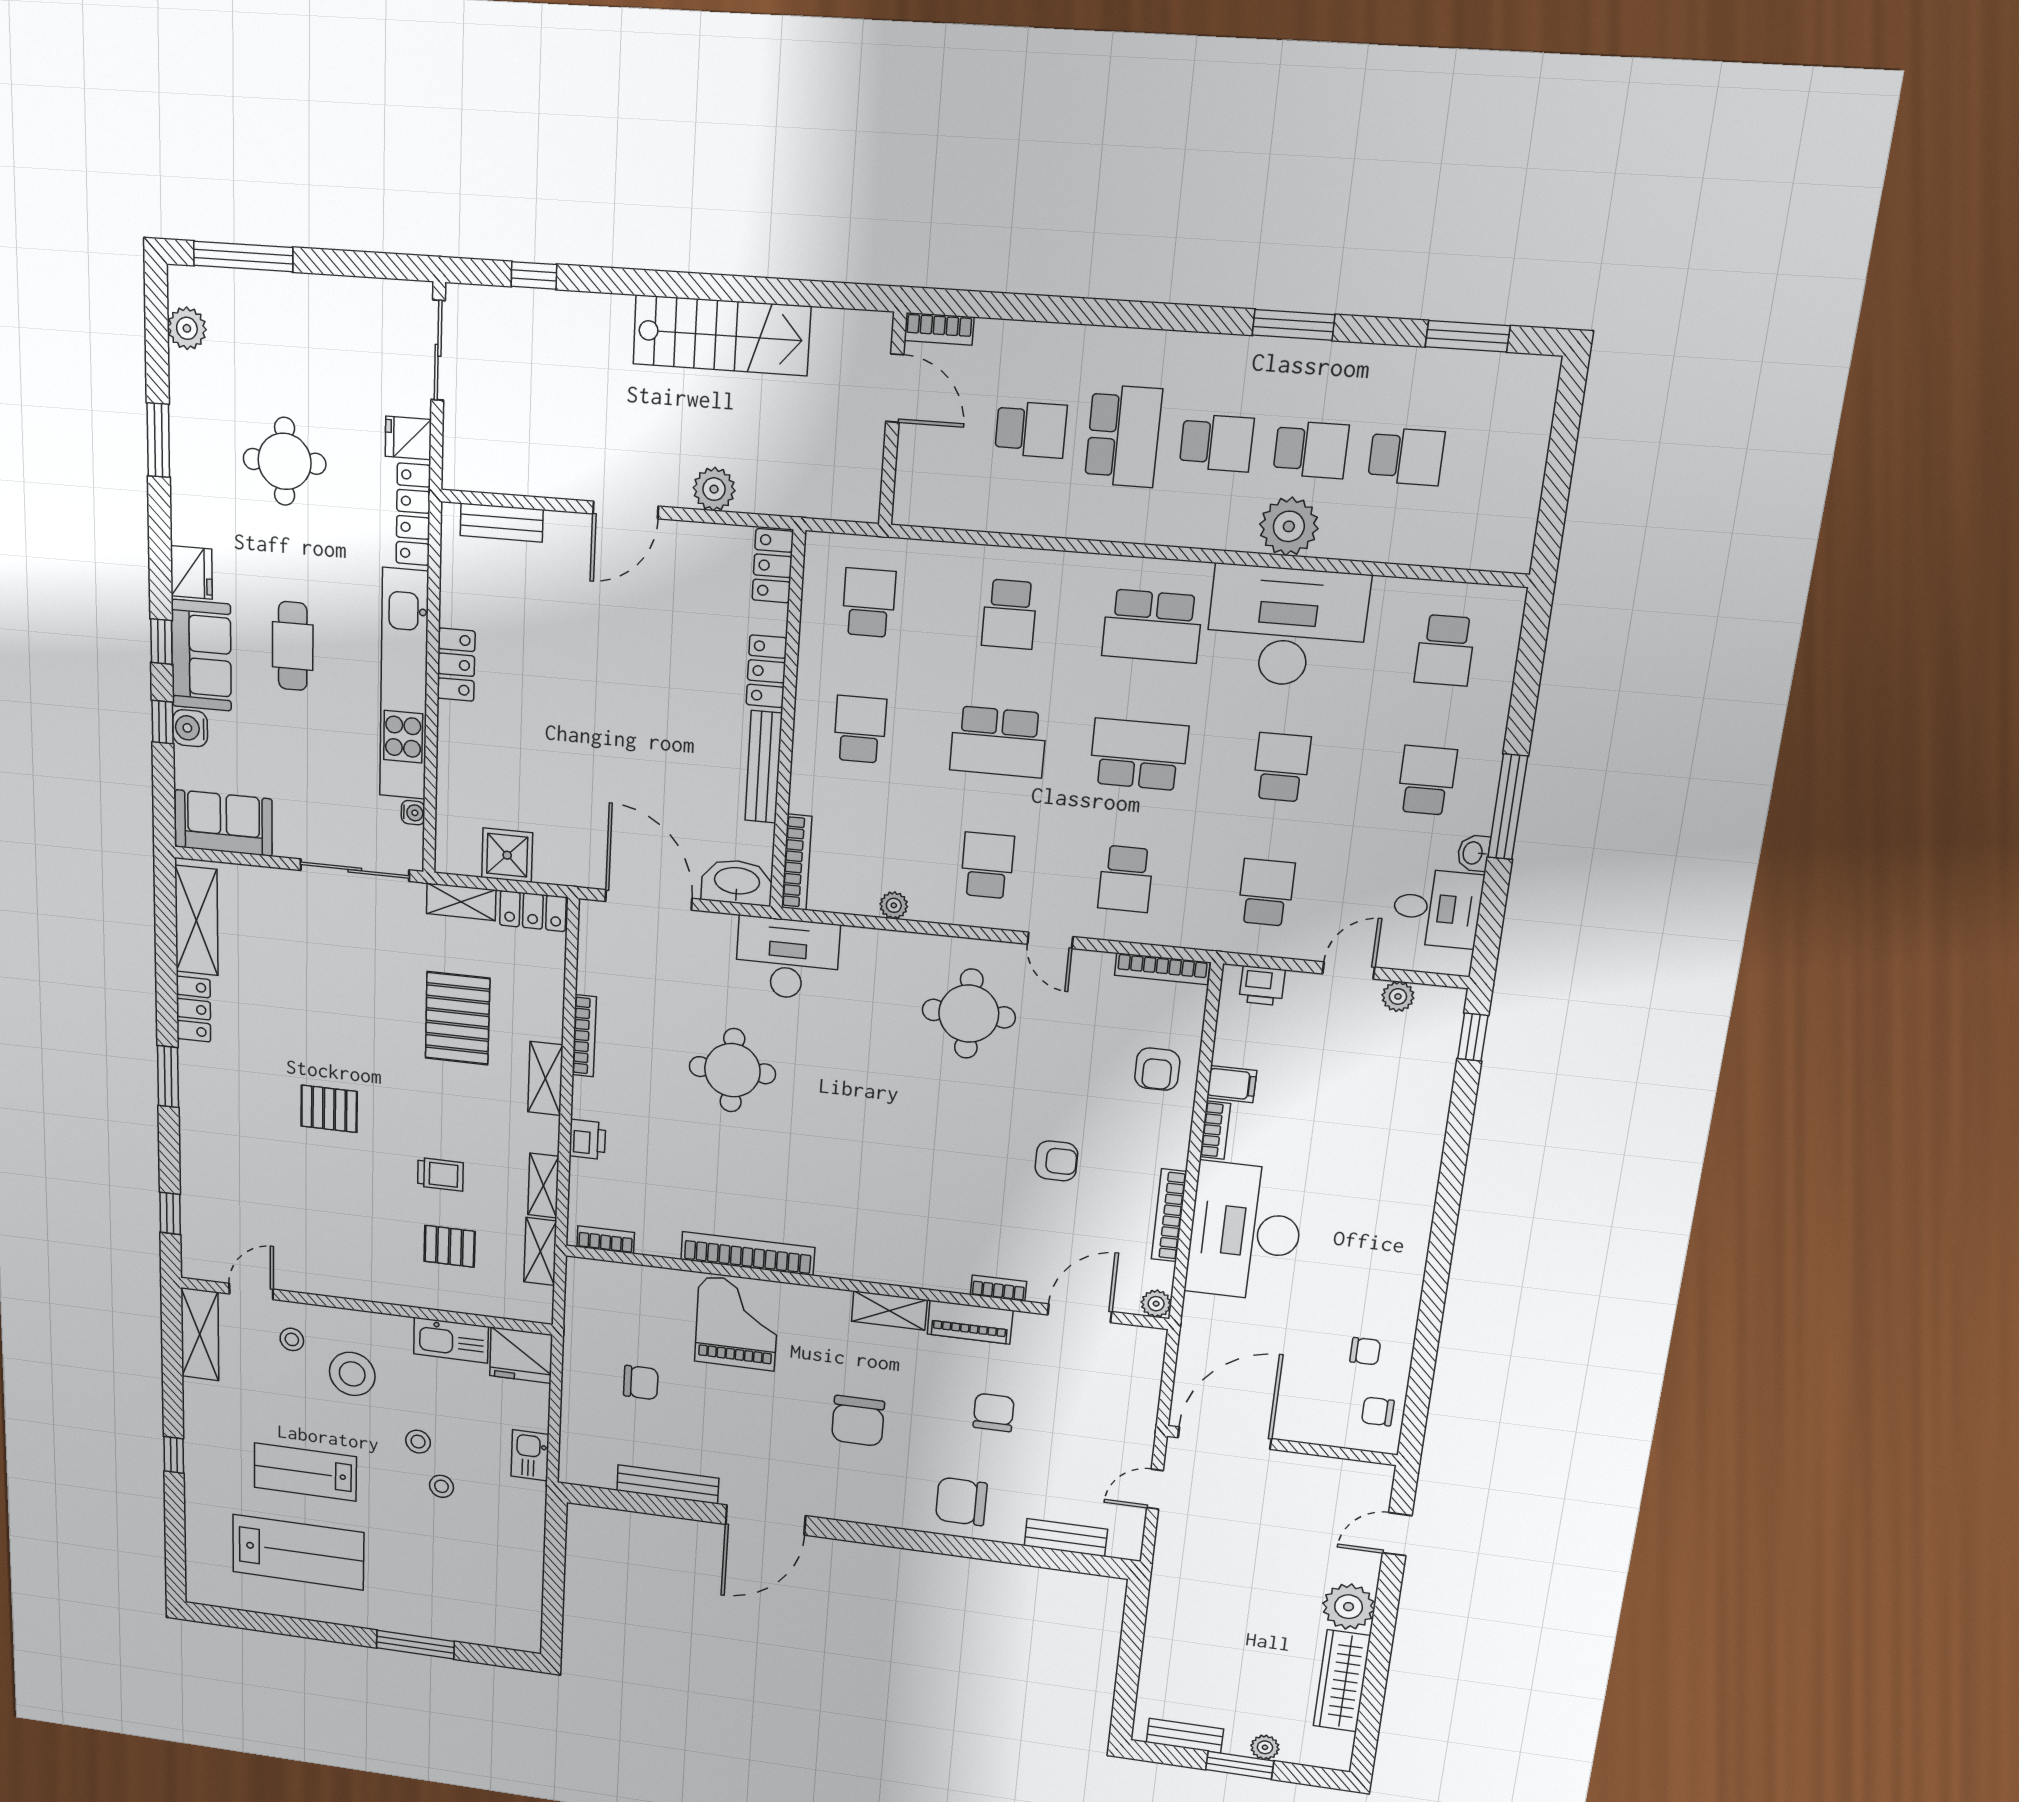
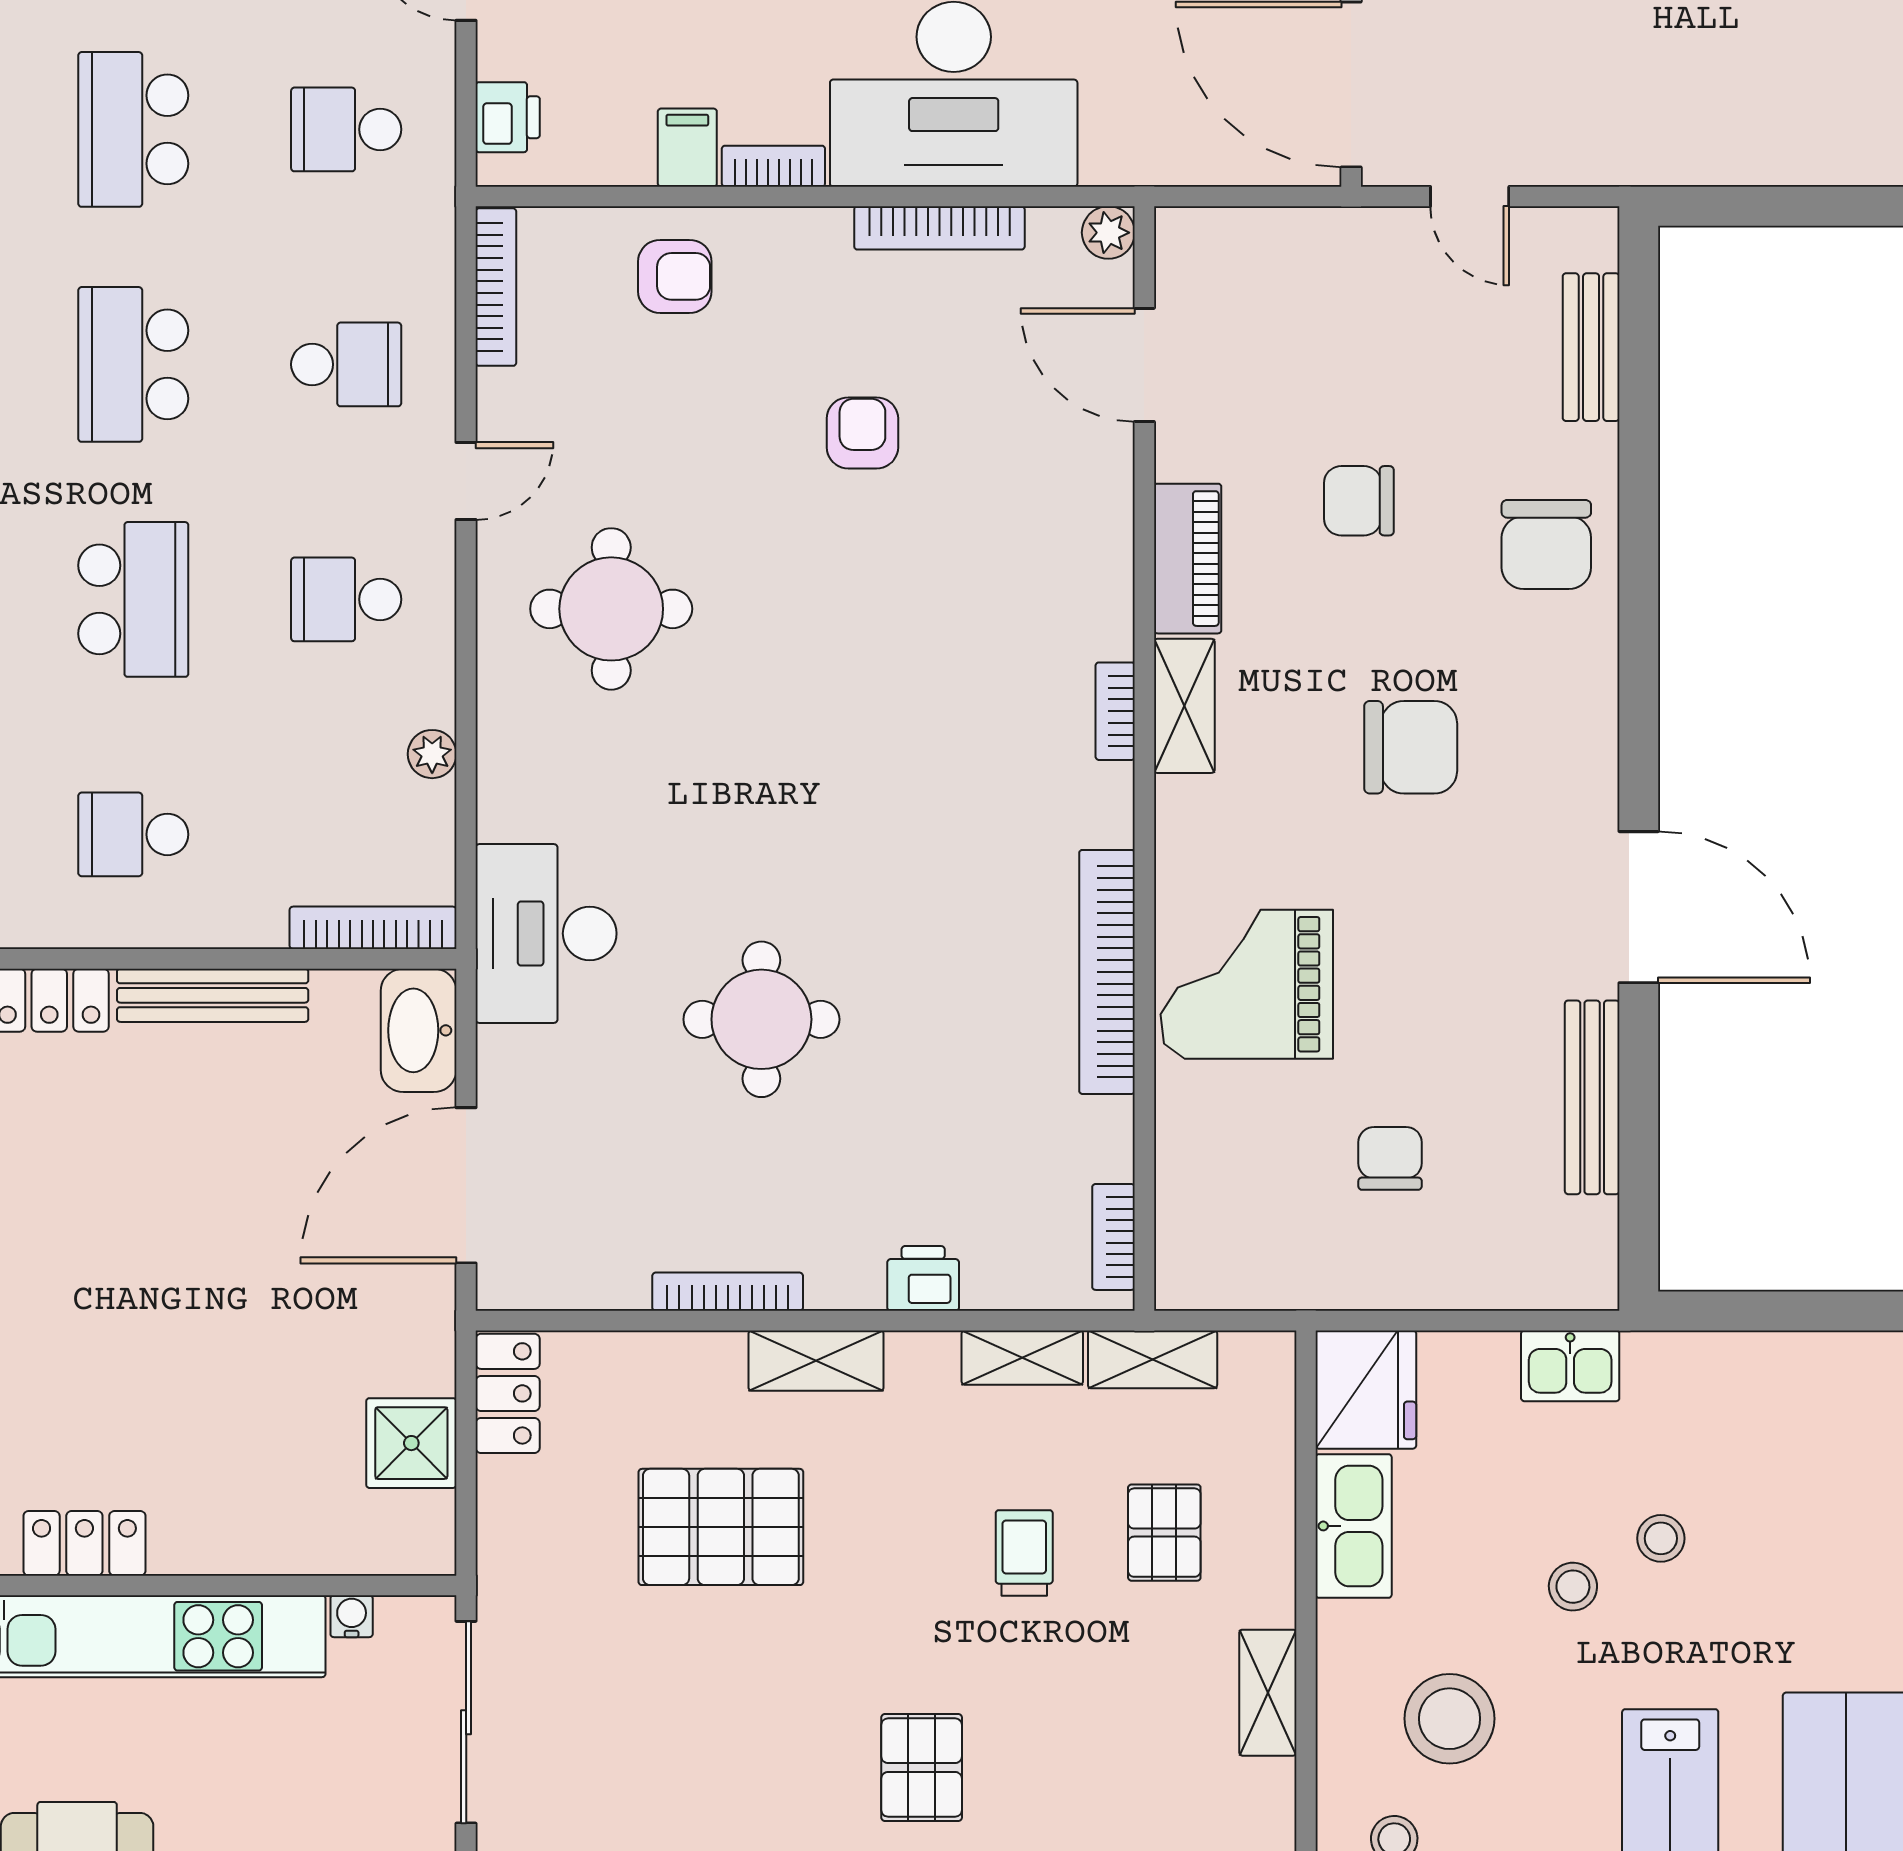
school desk: (1282, 767) -> (133, 129), width x1.85
shelving: (461, 902) -> (1268, 1693), moved
bookcase: (998, 1288) -> (1115, 711), moved

